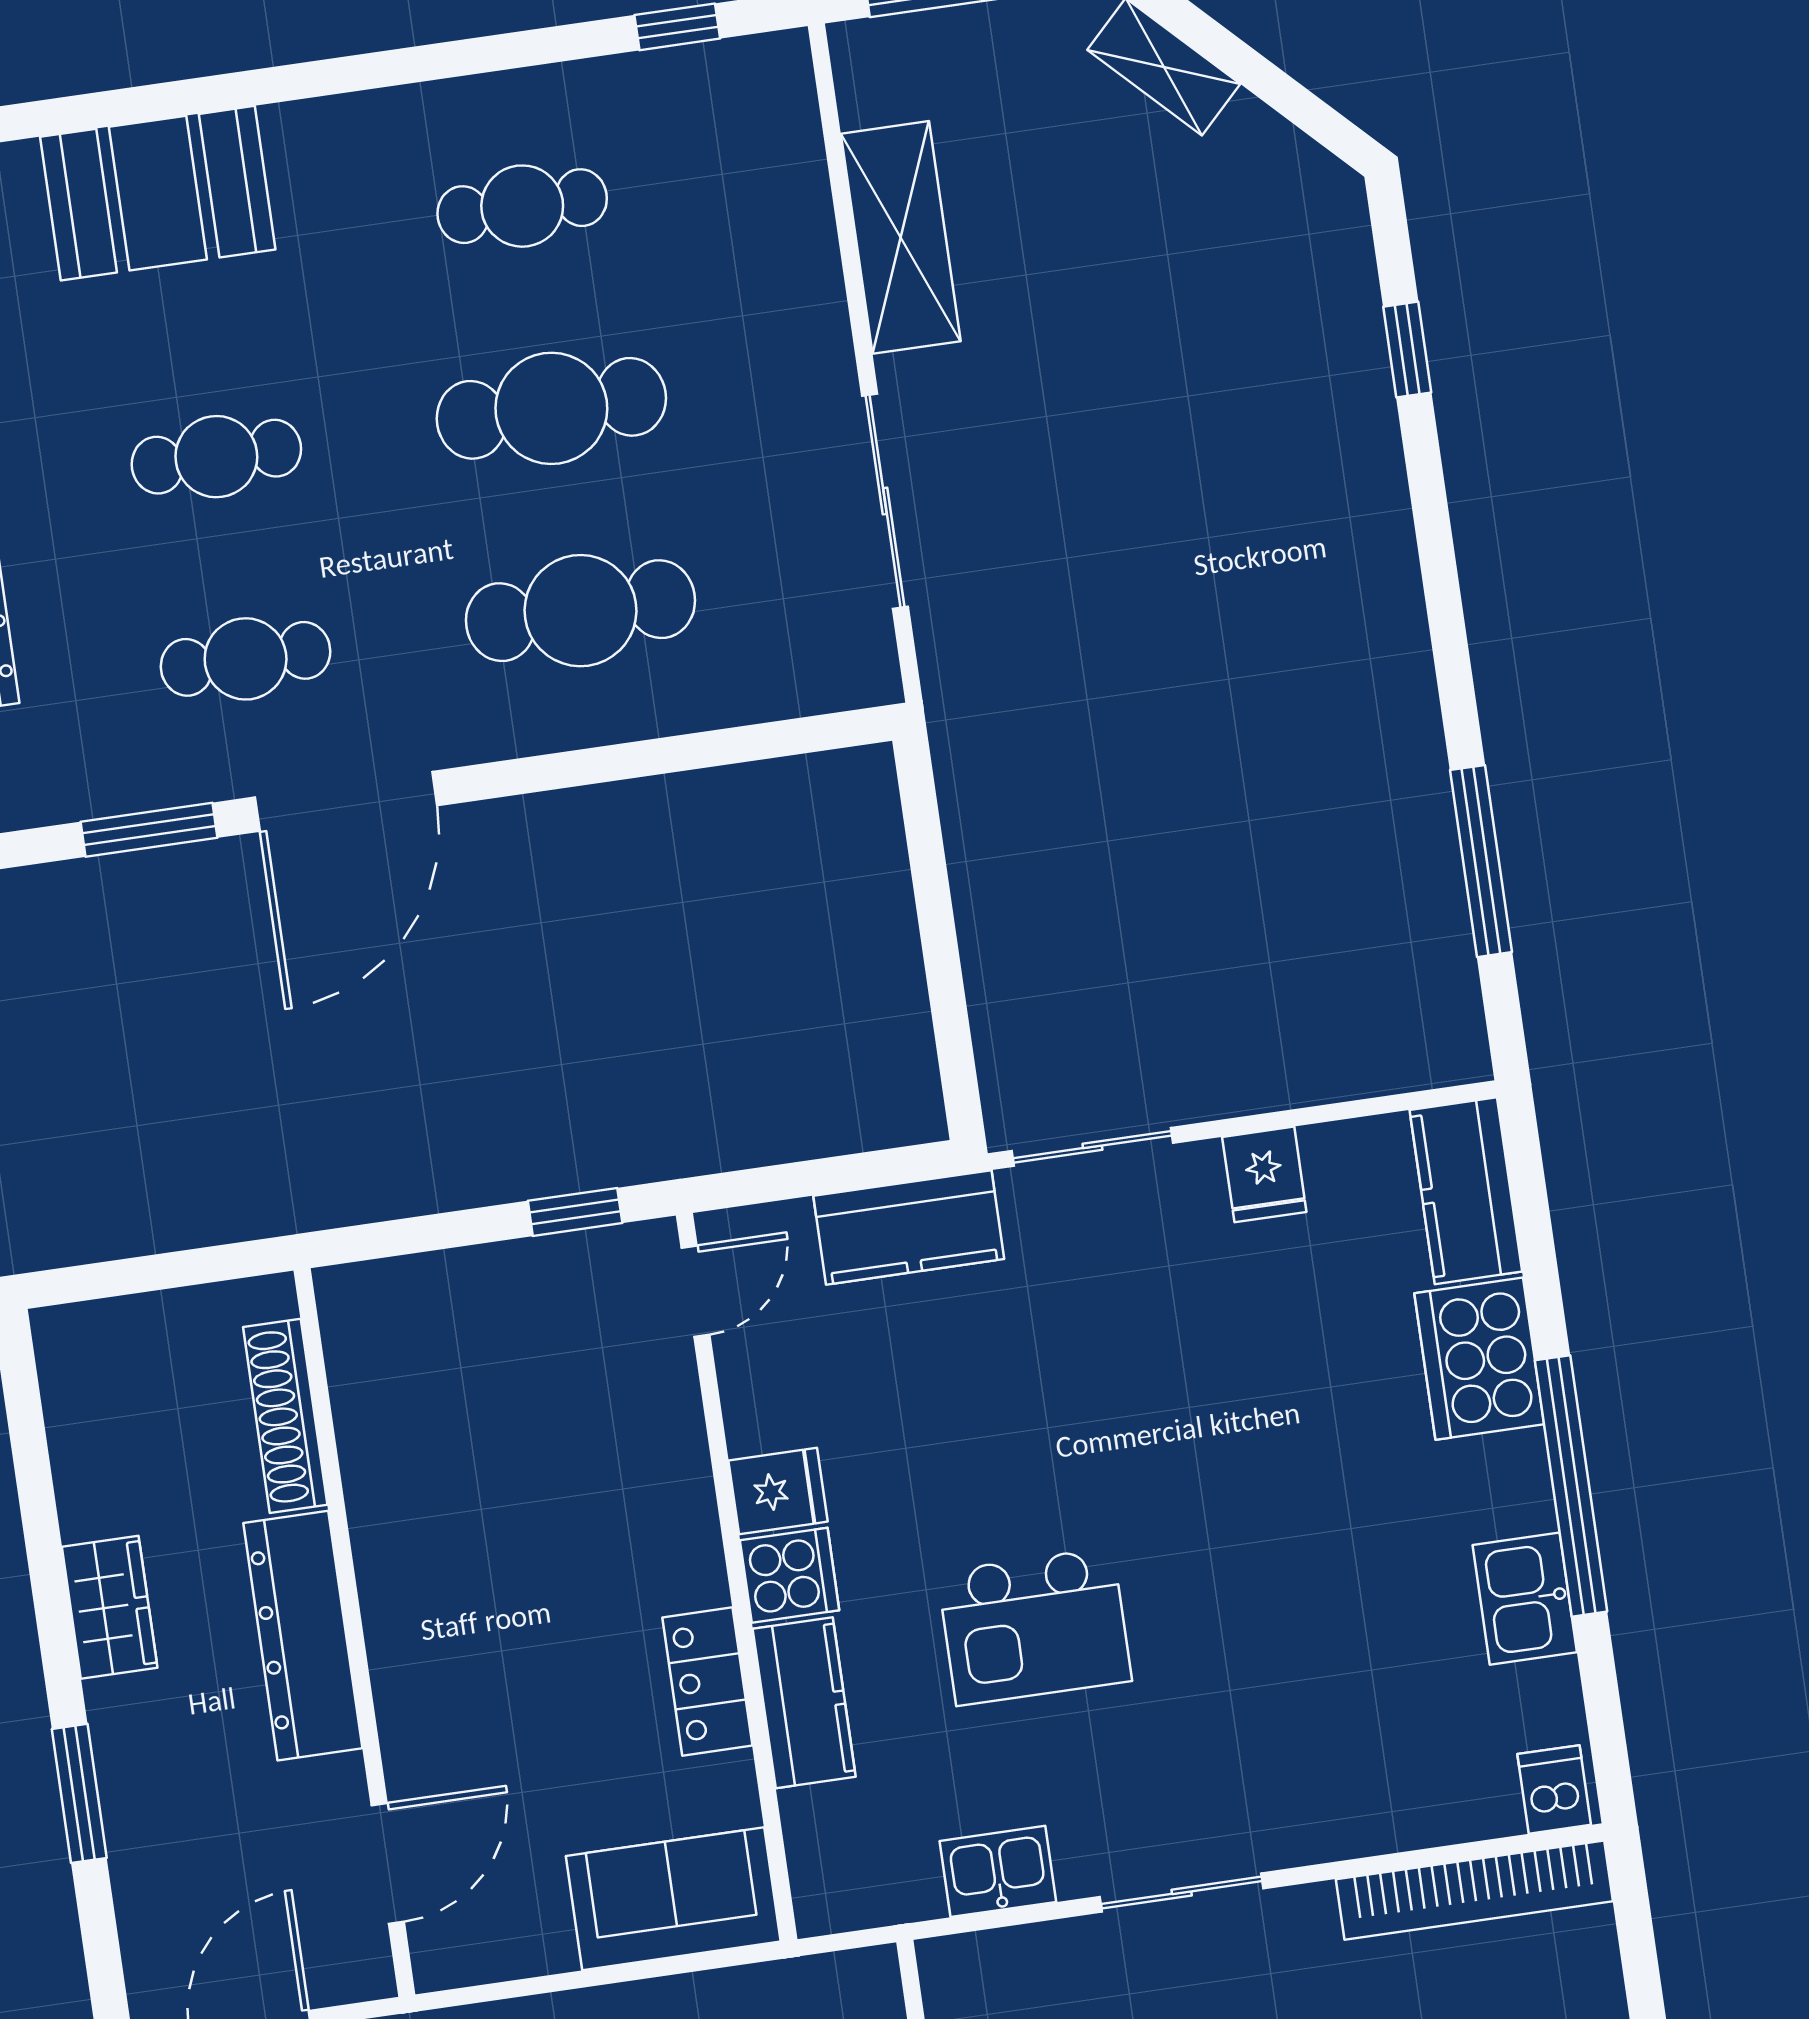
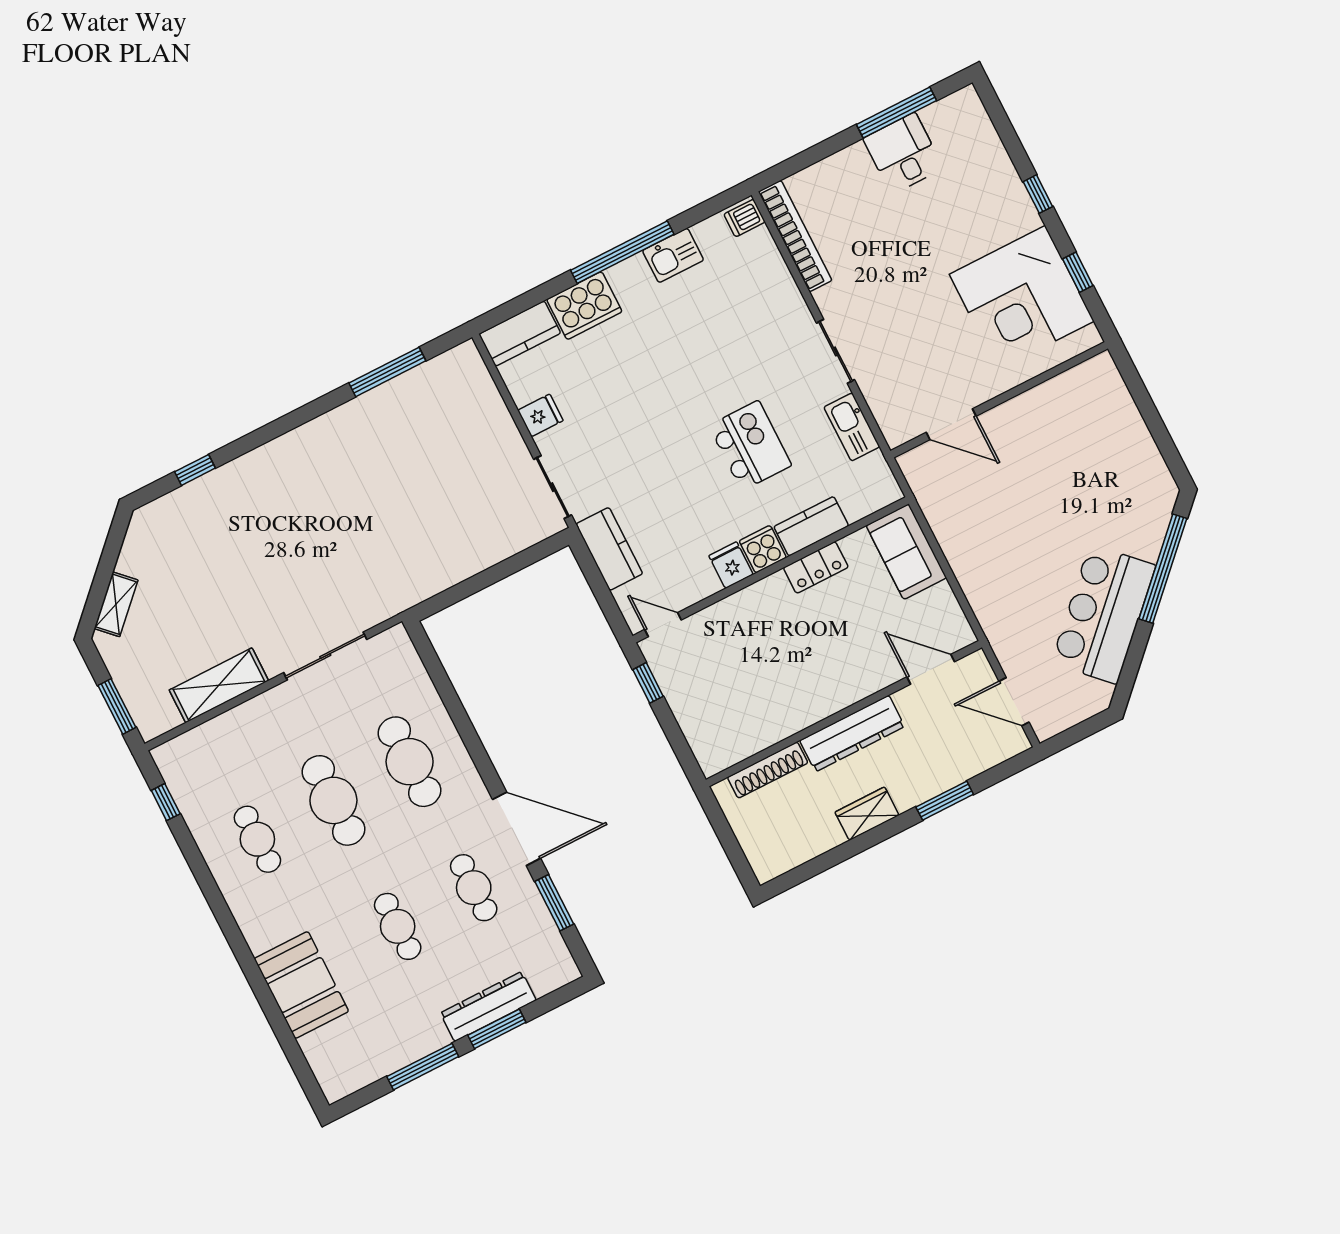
kitchen sink: (998, 1871) -> (852, 427), width x1.38

